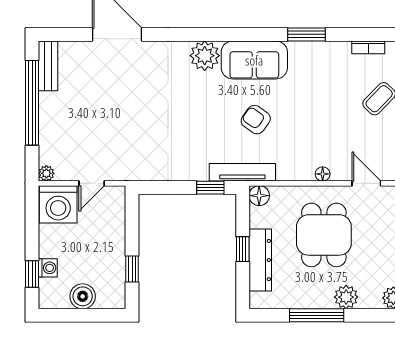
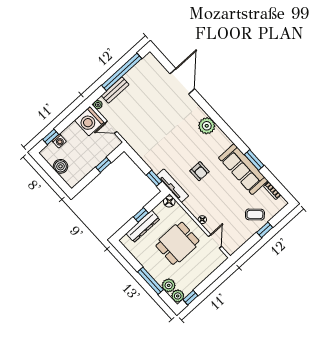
sofa: (254, 60) -> (243, 169), moved, width x1.36
bench: (48, 66) -> (115, 90), moved
armchair: (256, 120) -> (200, 171), turned 145
window: (132, 269) -> (103, 165), moved
plant: (346, 297) -> (169, 285), moved
window: (317, 315) -> (151, 281), moved

